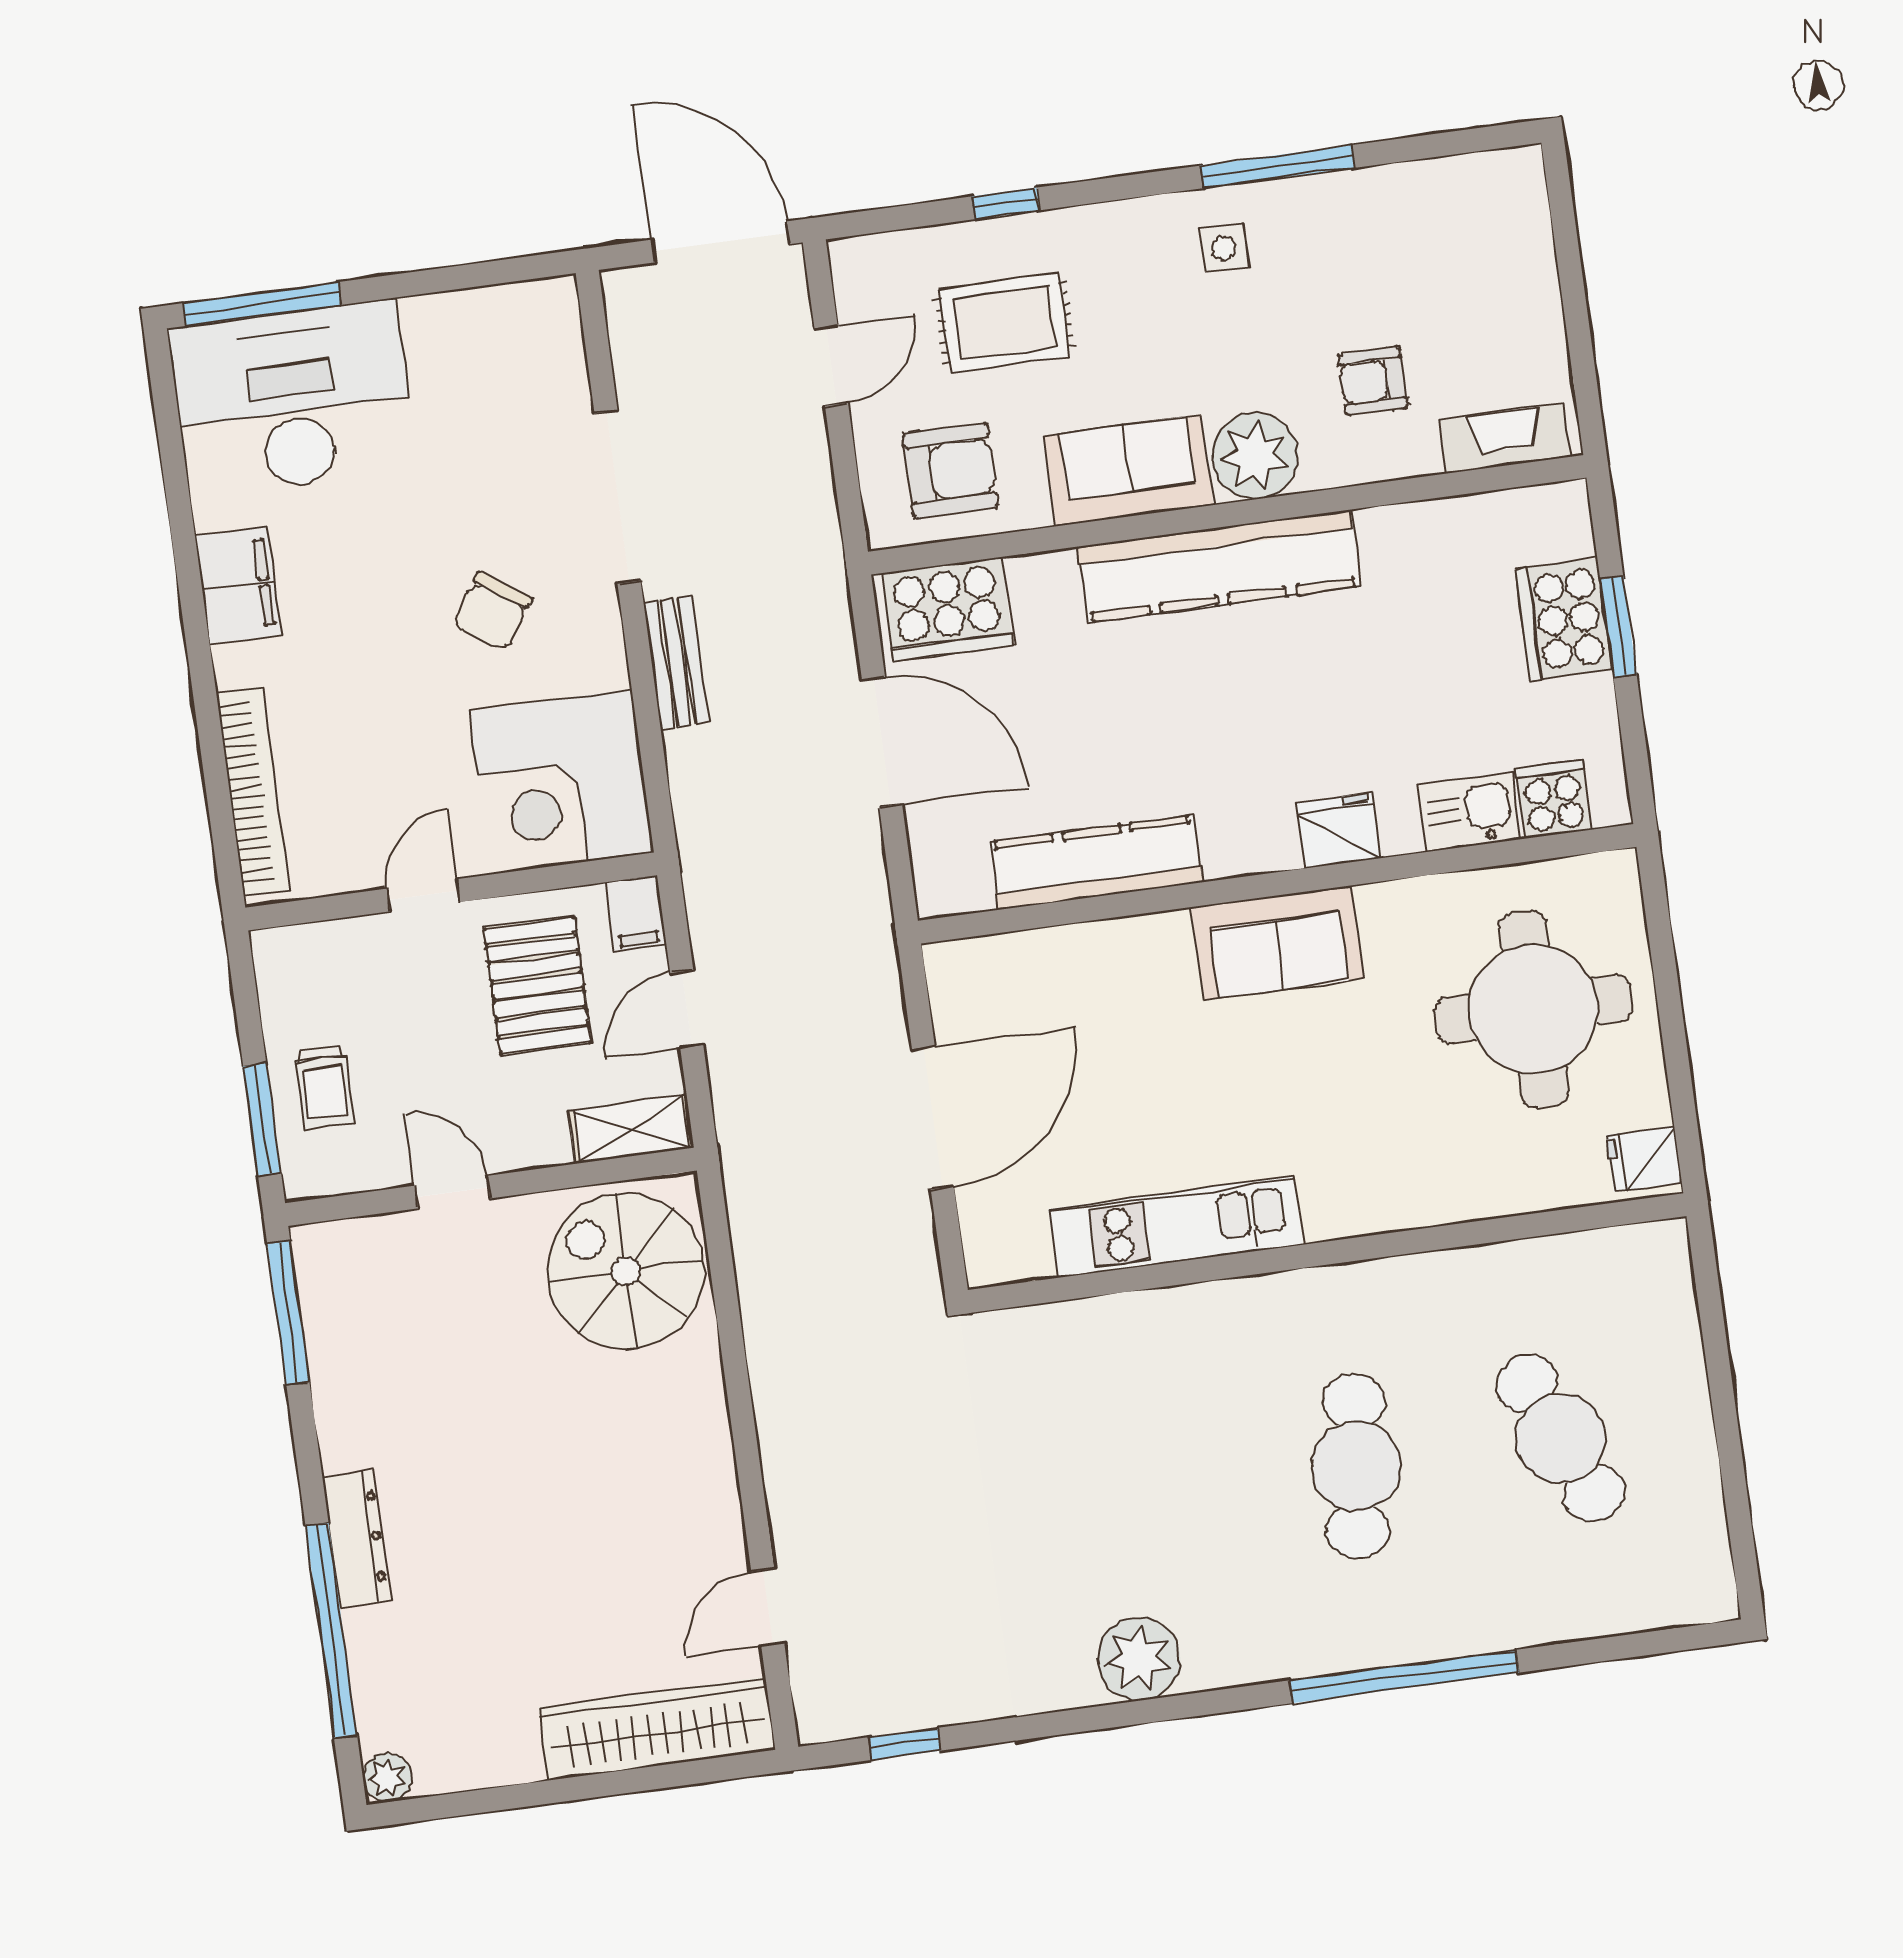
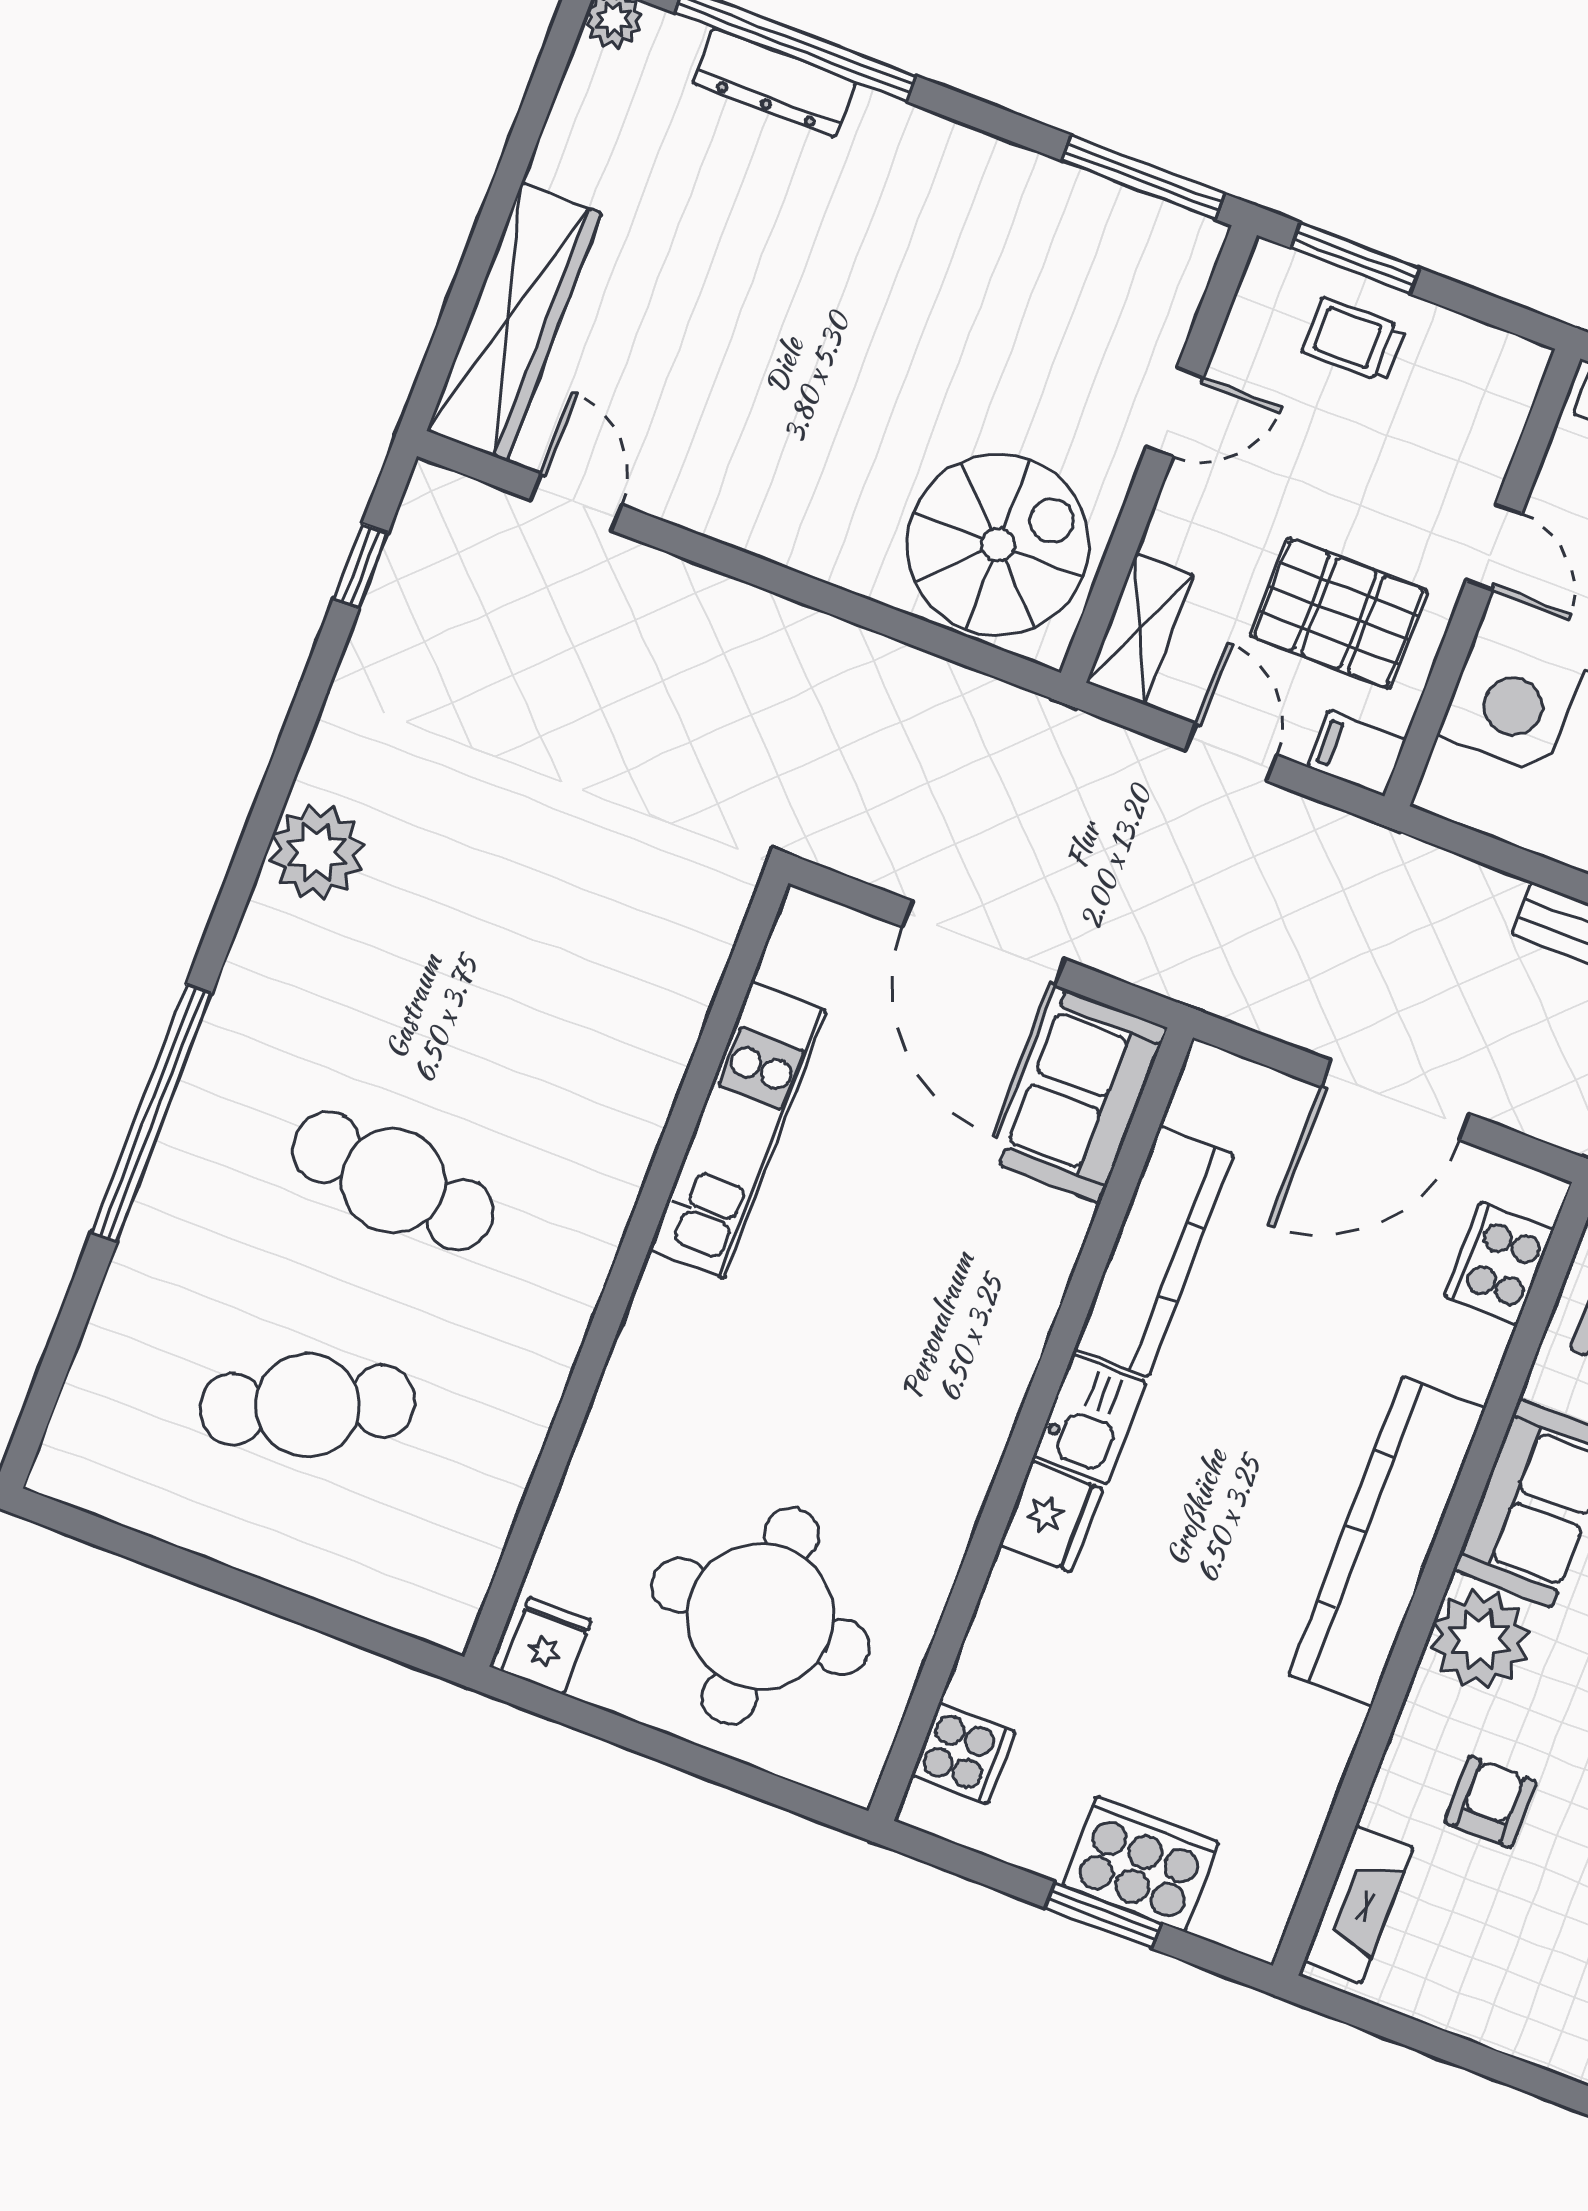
cooker: (947, 609) -> (1499, 1263), width x0.73, depth x0.76
kitchen sink: (1469, 812) -> (1089, 1419), moved
sofa: (1278, 943) -> (1083, 1096), moved
dresser: (356, 1539) -> (774, 83), moved

